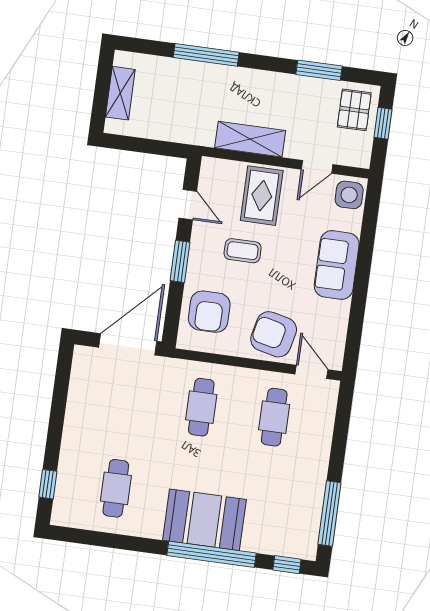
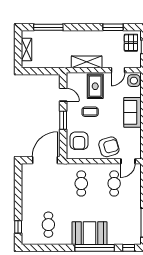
window: (206, 55) -> (48, 27), moved
armchair: (274, 334) -> (109, 147), turned 151
door: (311, 372) -> (128, 161), swing flipped

